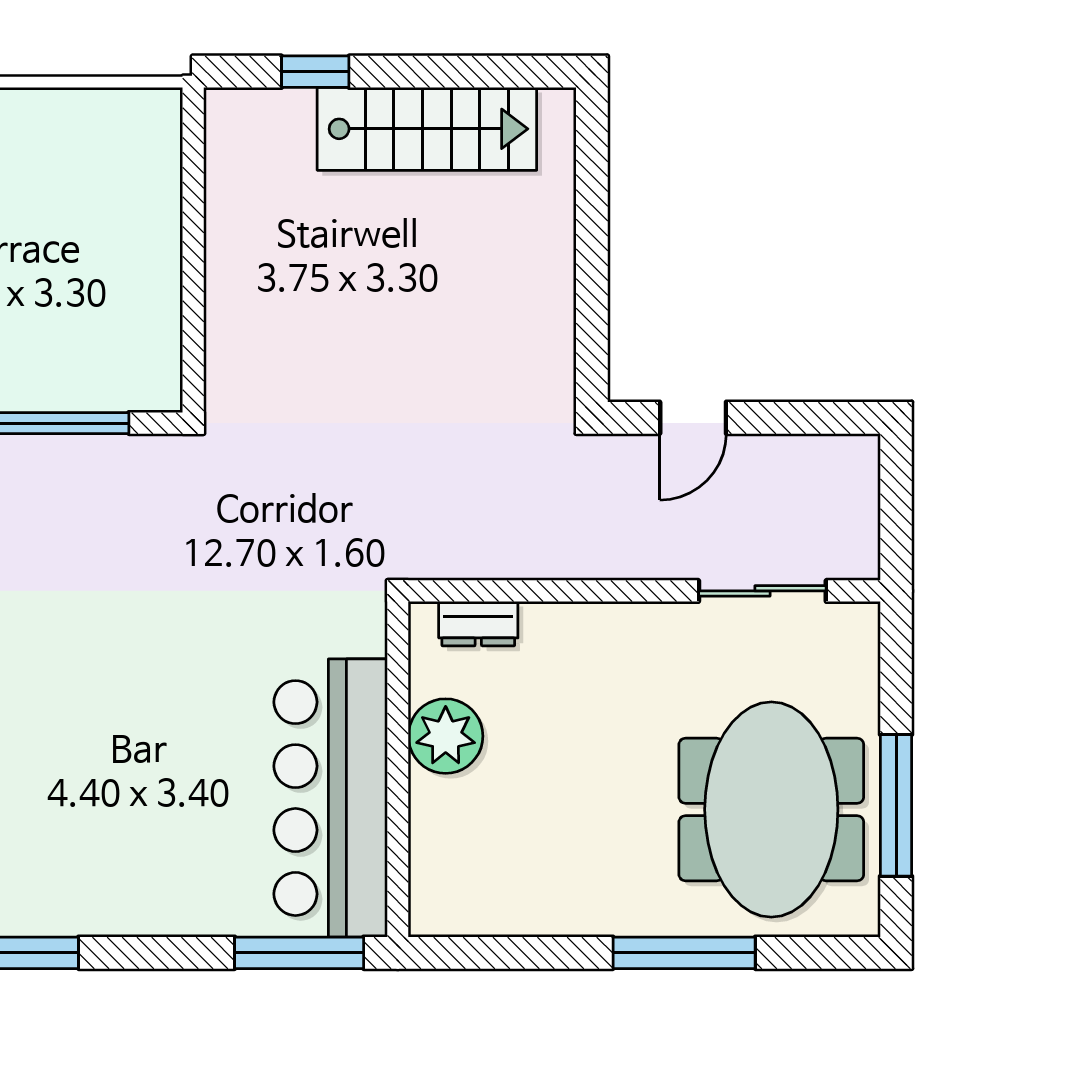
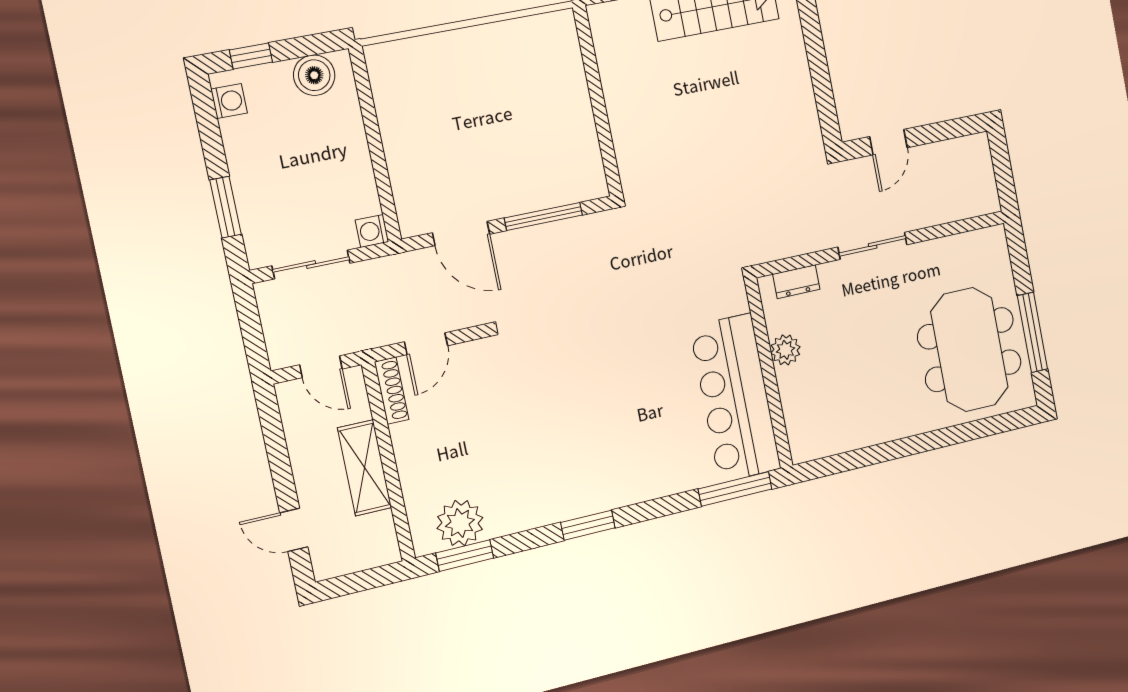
sliding door: (762, 591) -> (873, 246), moved
plant: (446, 736) -> (785, 350), width x0.73, depth x0.73
window: (684, 953) -> (939, 439), removed

